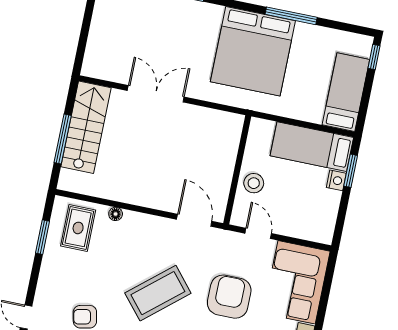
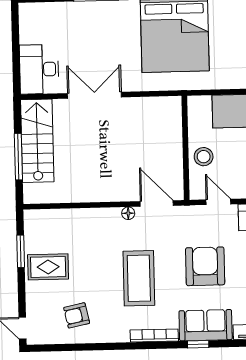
desk: (105, 54) -> (39, 69), added
floor lamp: (116, 214) -> (128, 213), moved
rug: (78, 228) -> (48, 267), moved, turned 90
coffee table: (158, 293) -> (139, 278), turned -50

